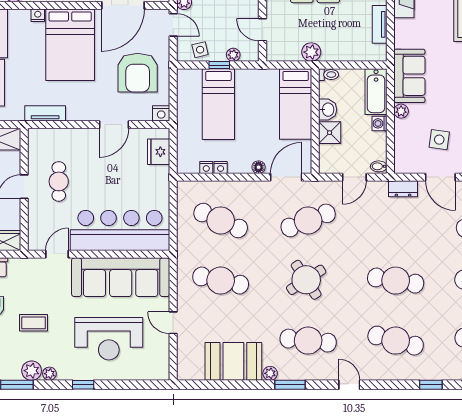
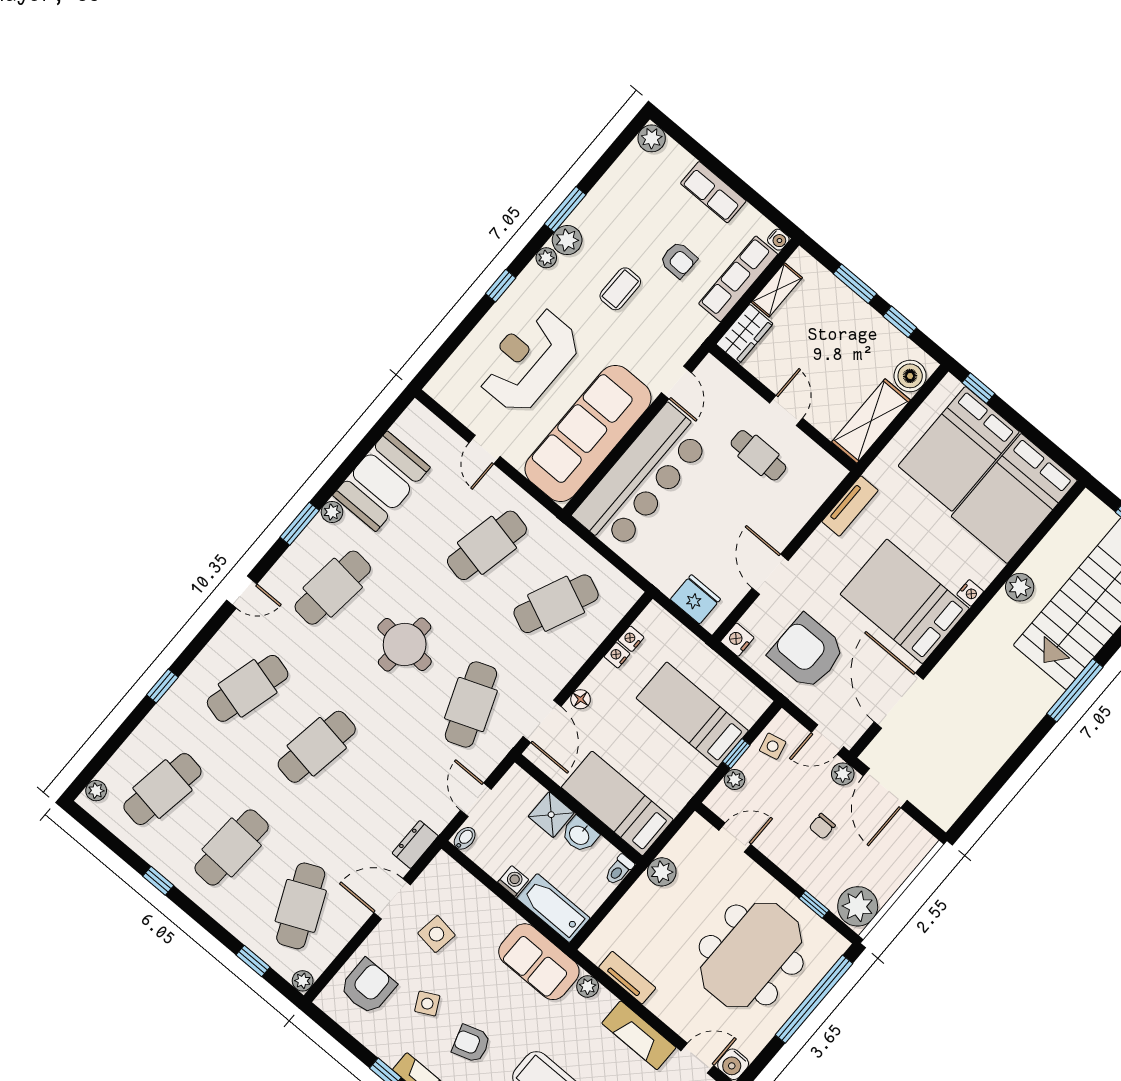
plant: (401, 111) -> (588, 986), moved
round table: (306, 280) -> (405, 645), turned 37
door: (173, 323) -> (485, 450), swing flipped

